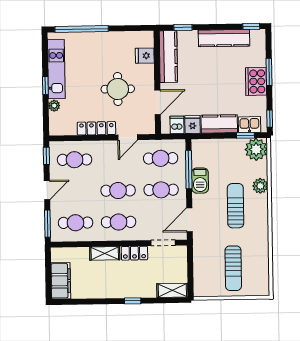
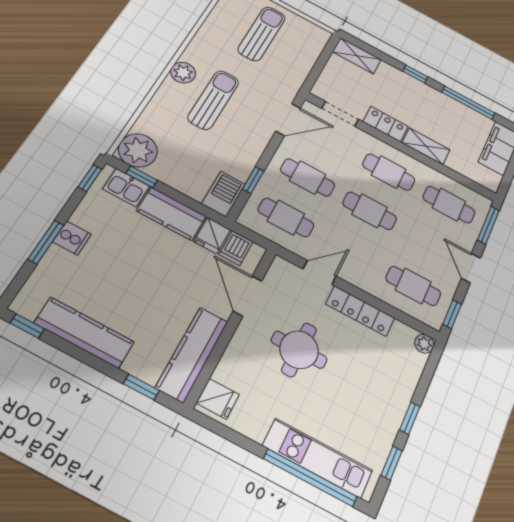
fridge: (145, 56) -> (218, 399), moved
window: (45, 58) -> (392, 463), added
kitchen unit: (56, 69) -> (318, 458), moved, turned 90
cooker: (256, 81) -> (72, 238), width x0.53, depth x0.76
door: (158, 102) -> (248, 296), hinge flipped
plant: (54, 106) -> (424, 344), moved
window: (189, 170) -> (253, 180), width x0.46
barbecue: (200, 181) -> (223, 194), moved
plant: (260, 186) -> (183, 73), moved
door: (47, 190) -> (471, 268), hinge flipped
sun lounger: (236, 206) -> (213, 100), turned 180
window: (92, 301) -> (468, 103), added

